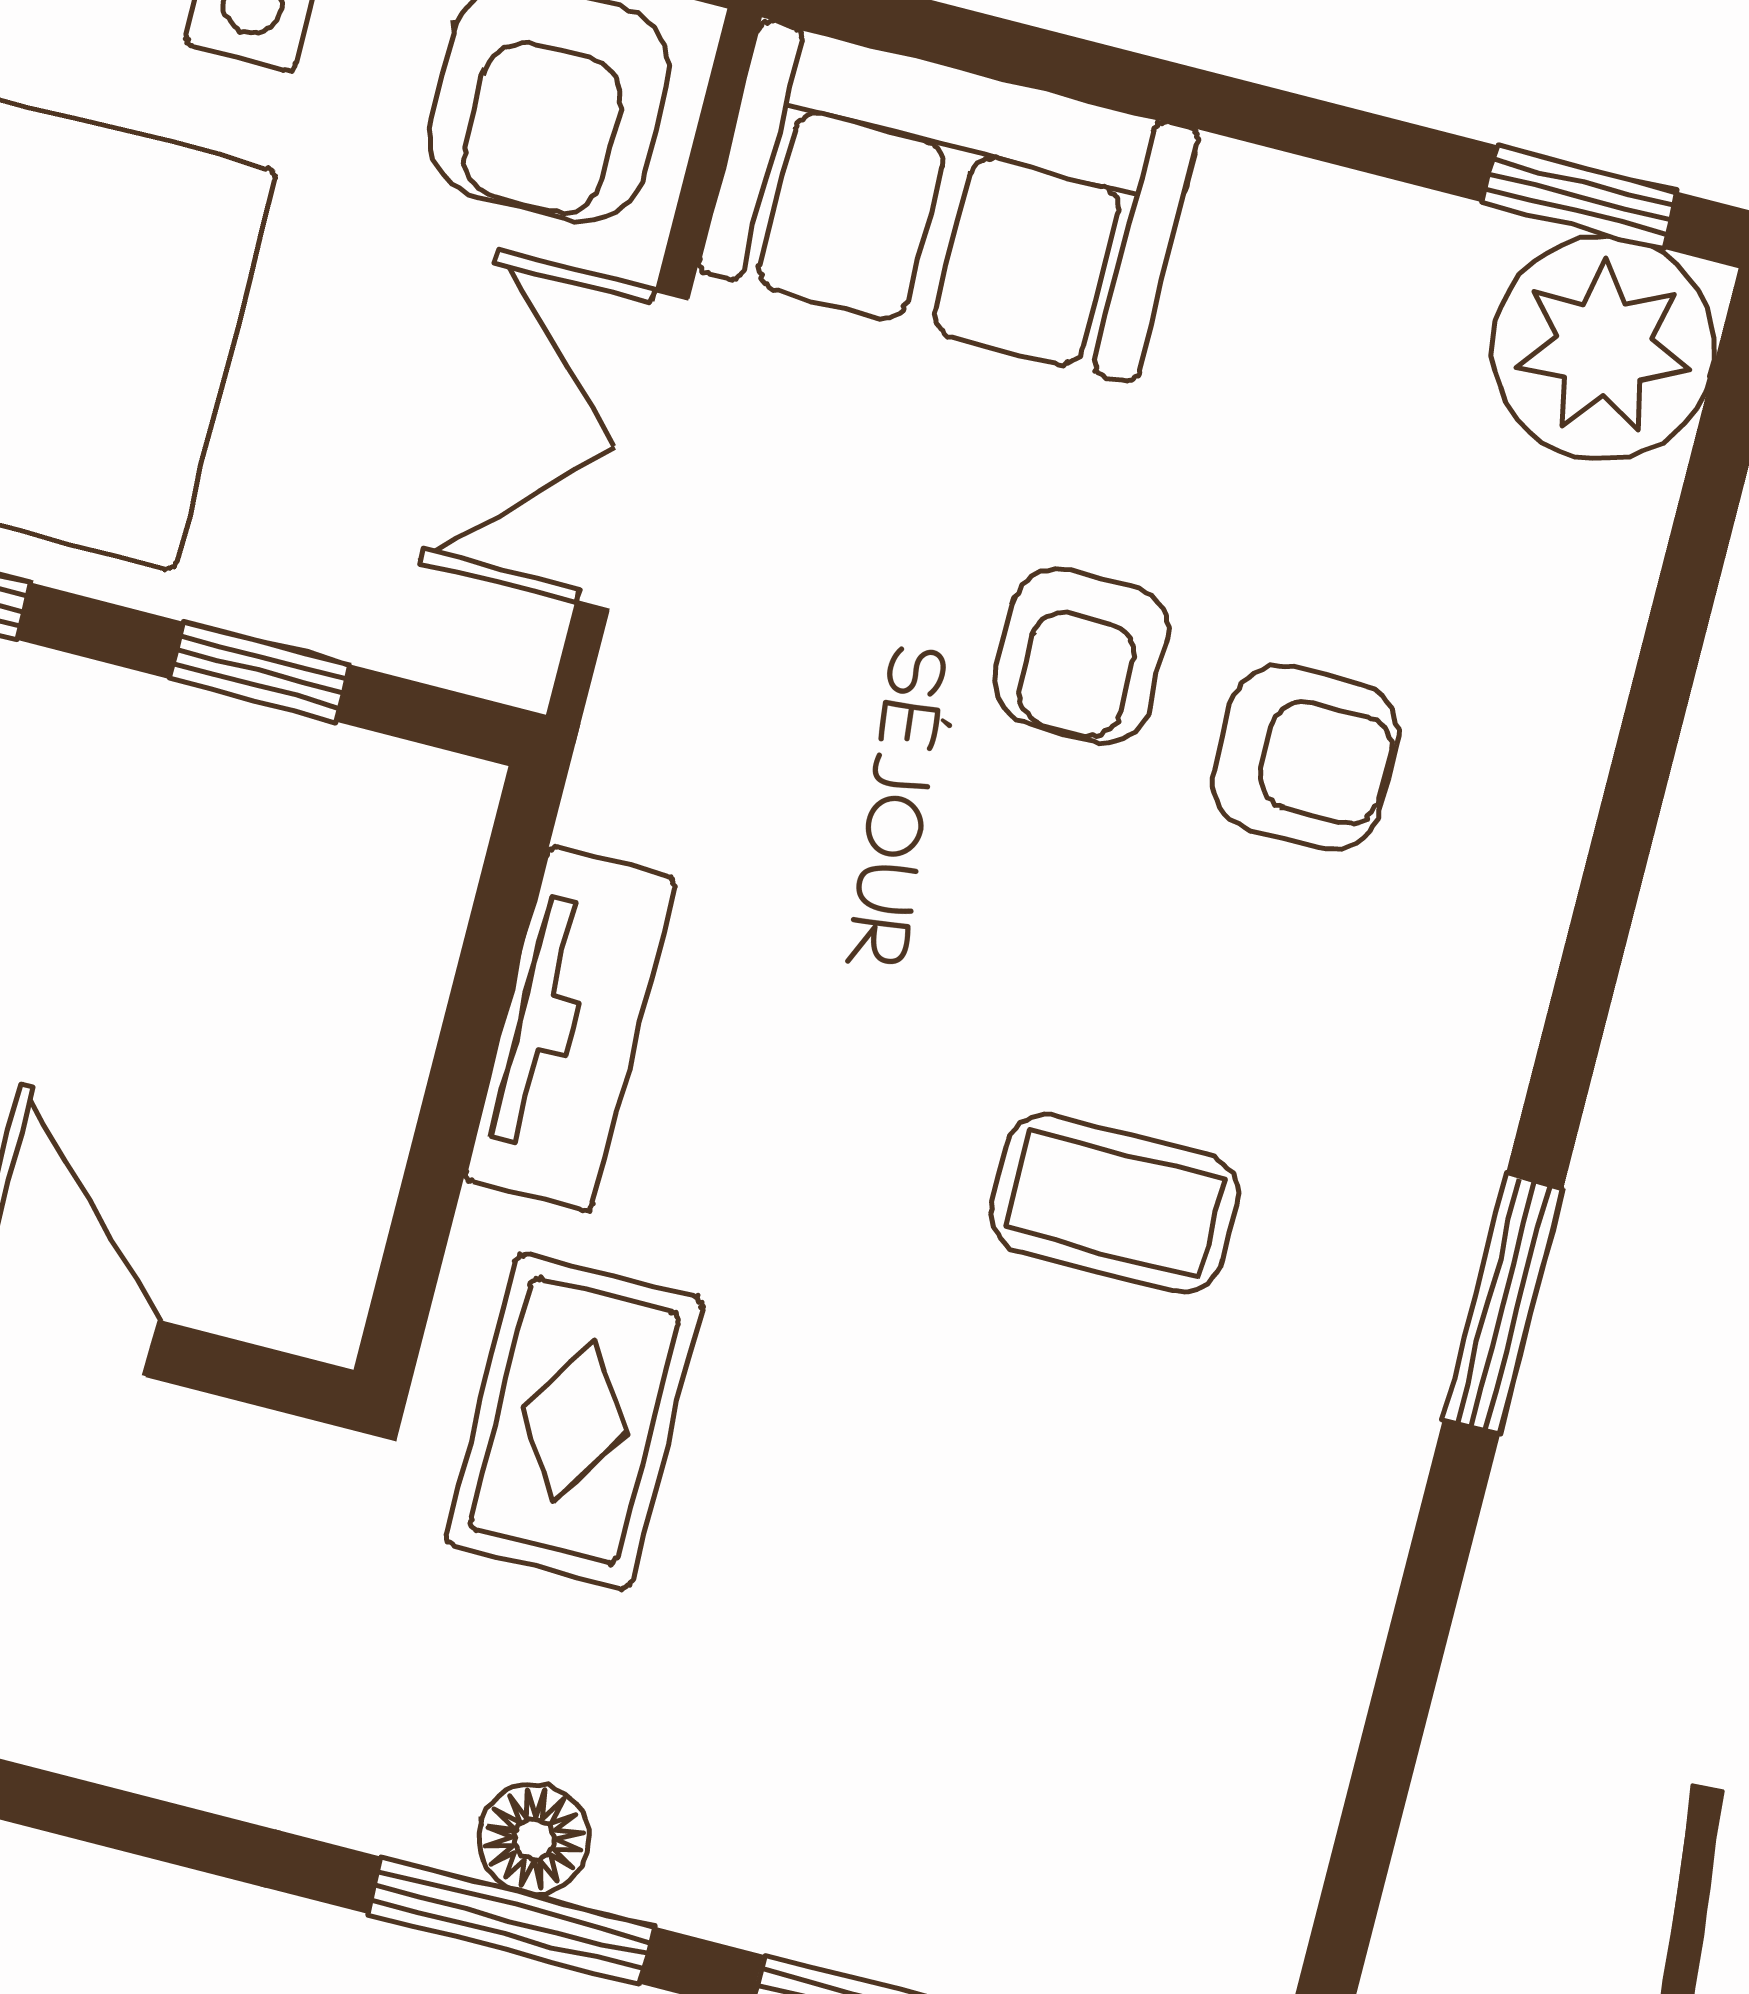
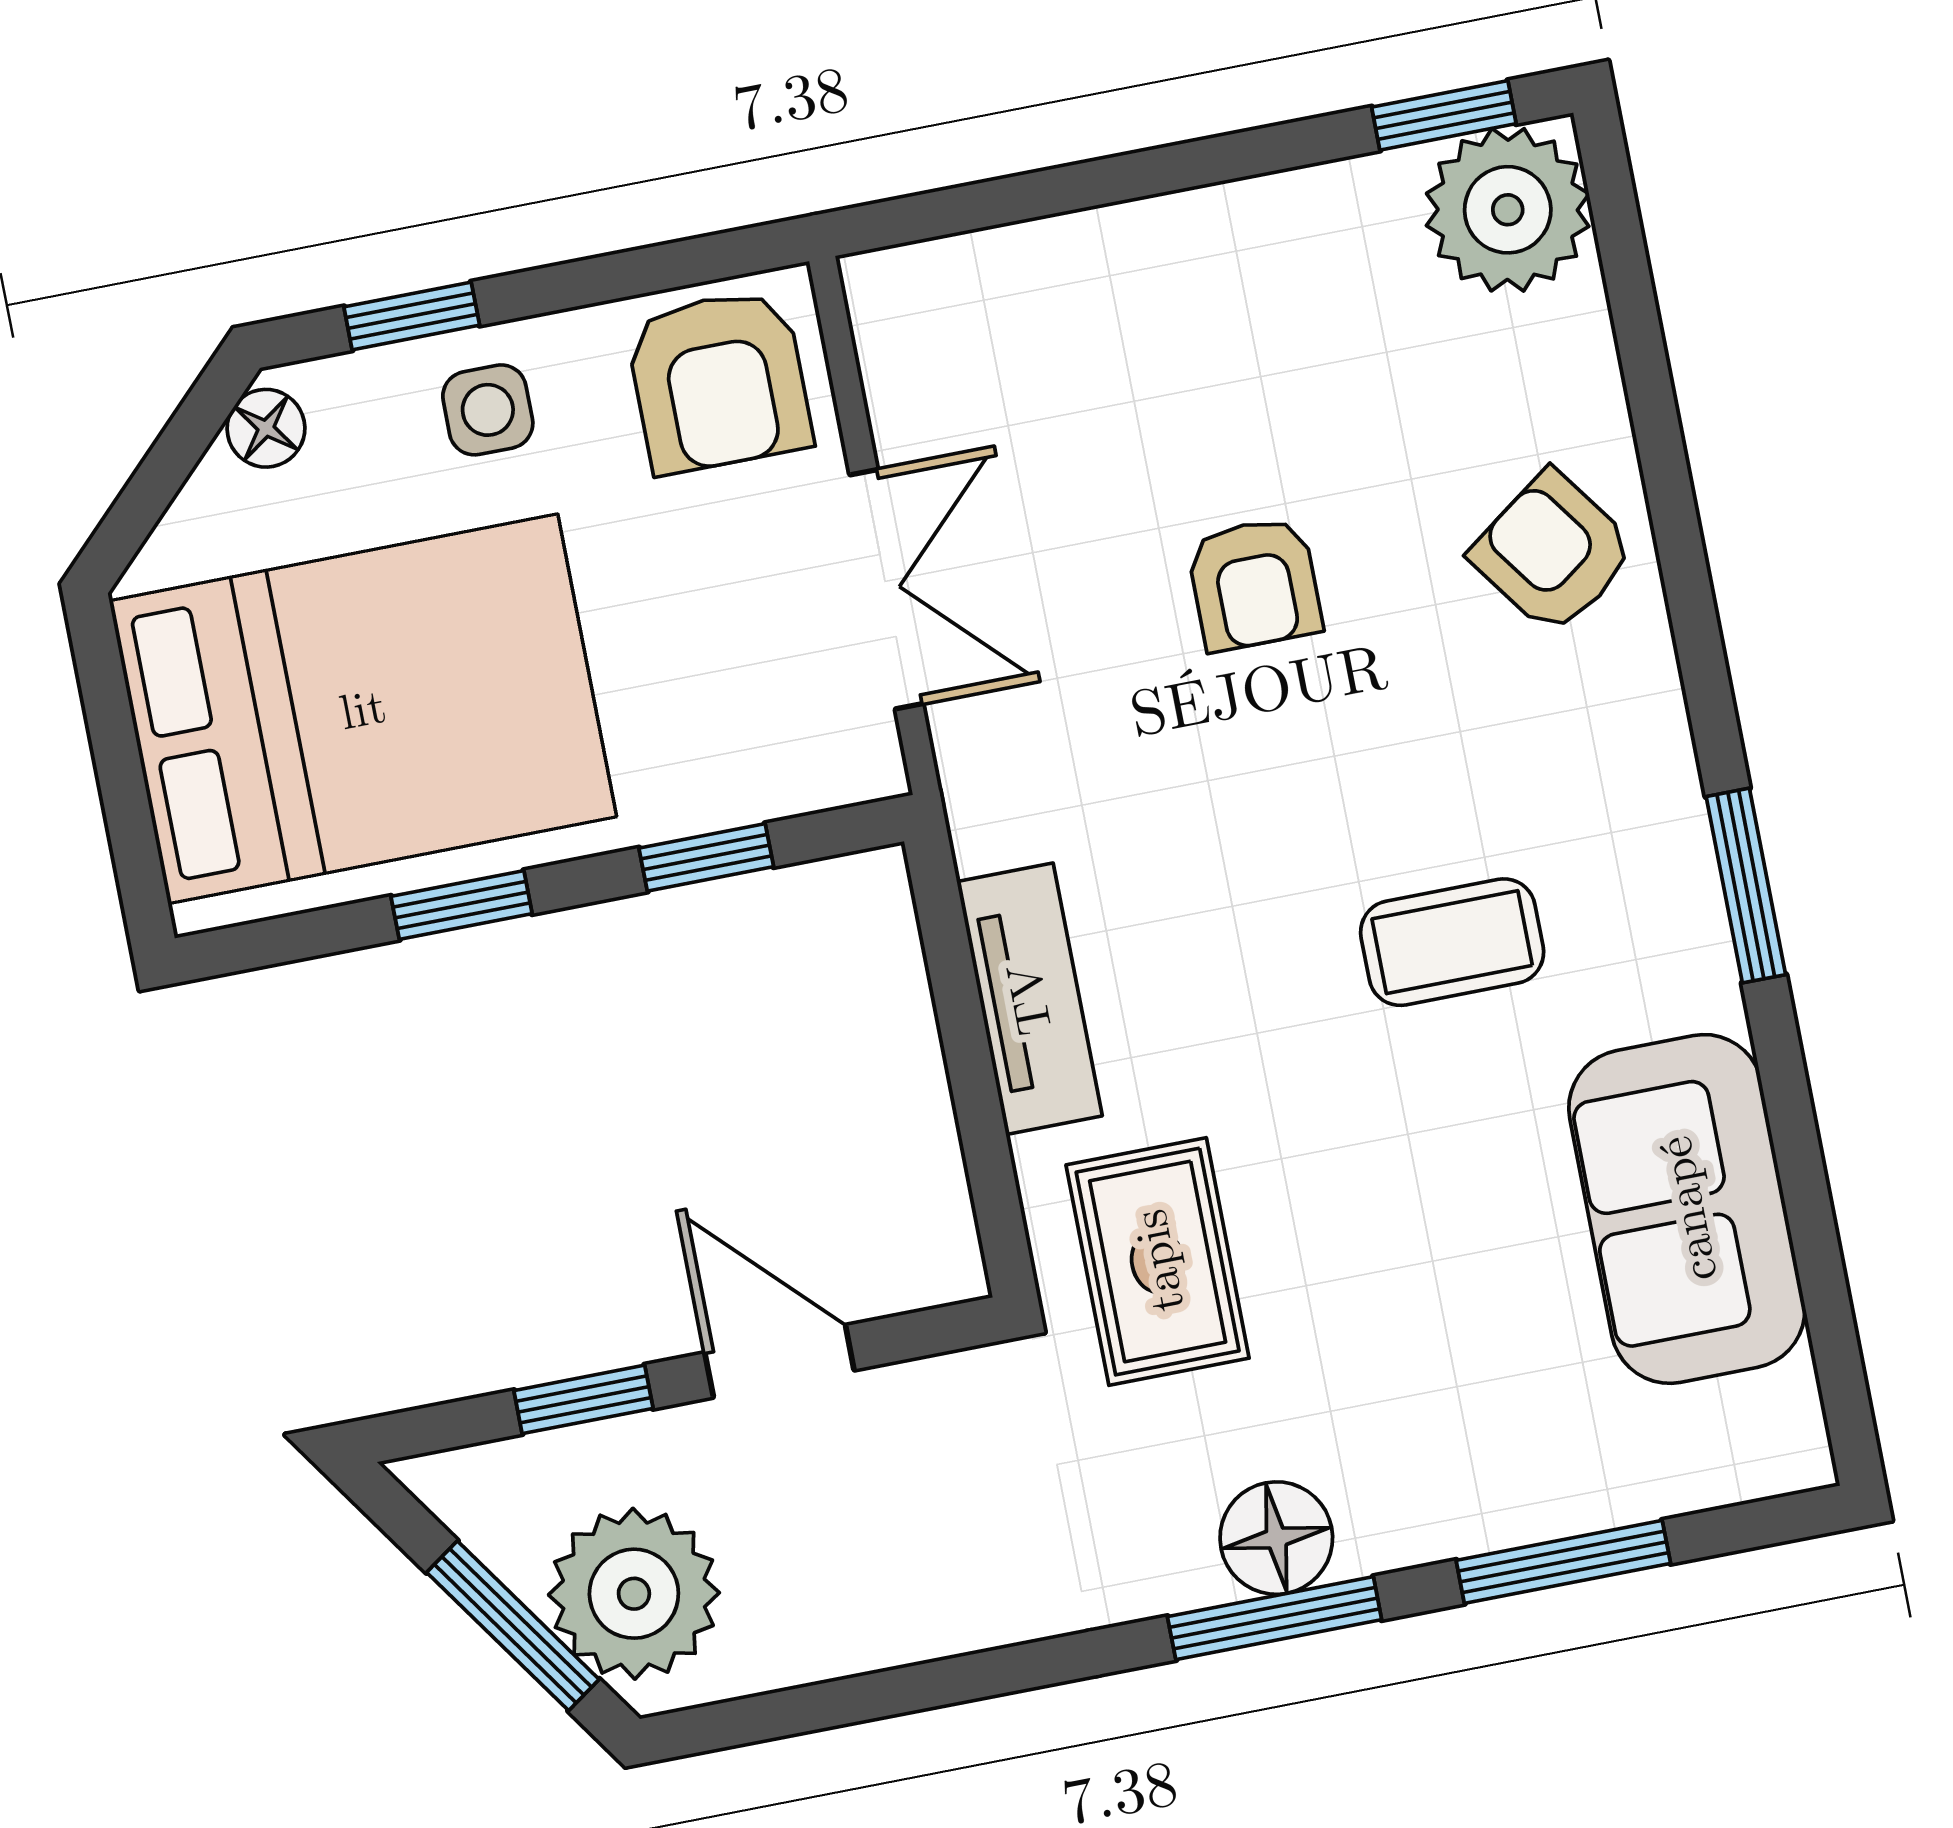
sofa: (949, 201) -> (1687, 1209), moved, turned 90
double door: (632, 450) -> (886, 589), swing flipped
armchair: (1306, 757) -> (1553, 553), moved, turned -126
floor lamp: (534, 1839) -> (1276, 1538), width x1.37, depth x1.37

